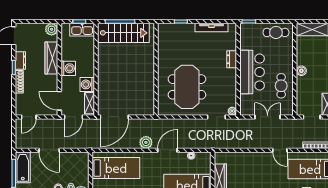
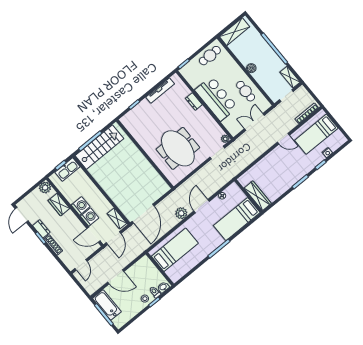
wardrobe: (51, 58) -> (59, 204), width x0.67
washing machine: (87, 84) -> (90, 217), moved, turned 180

